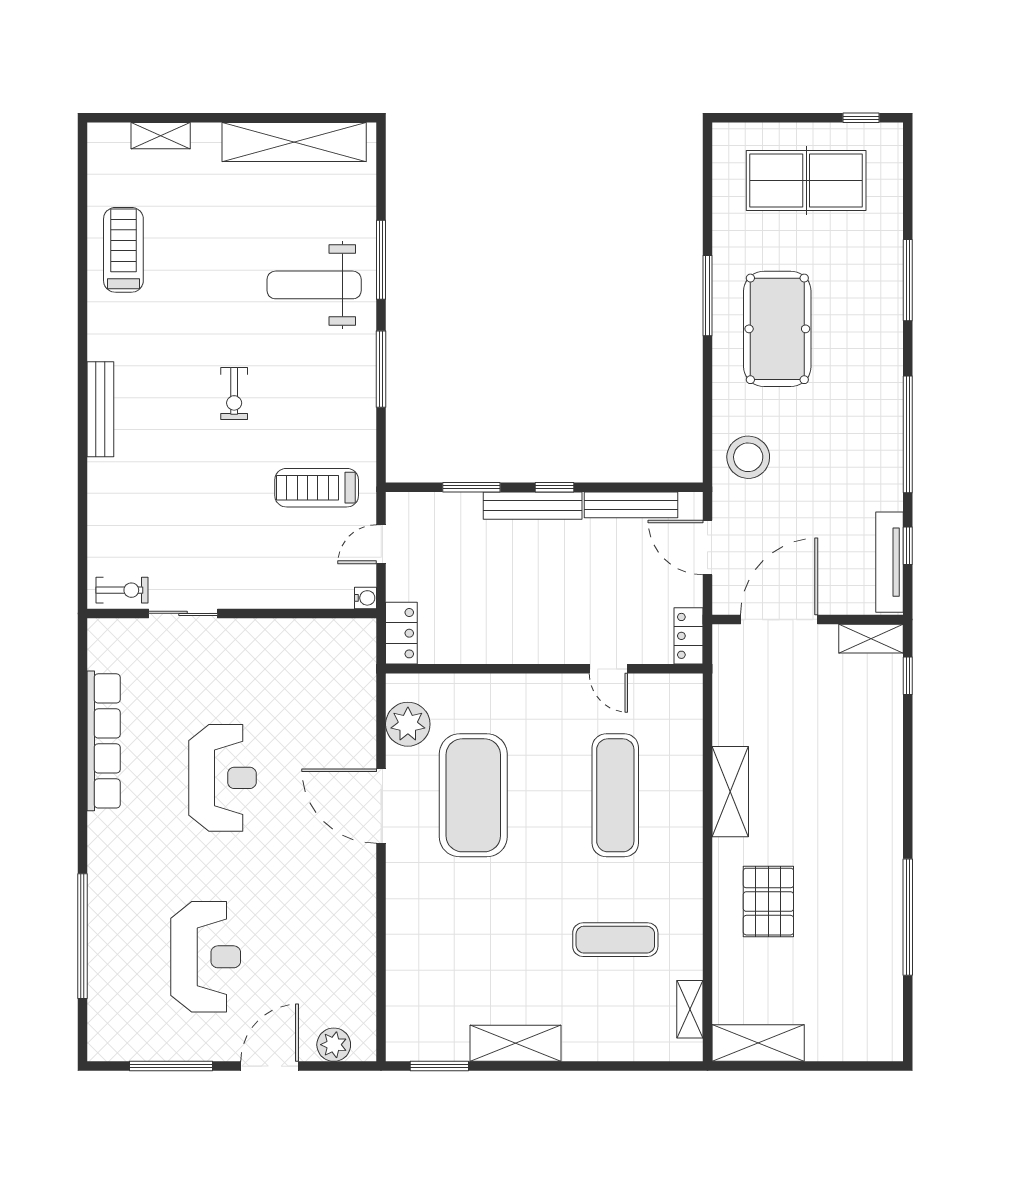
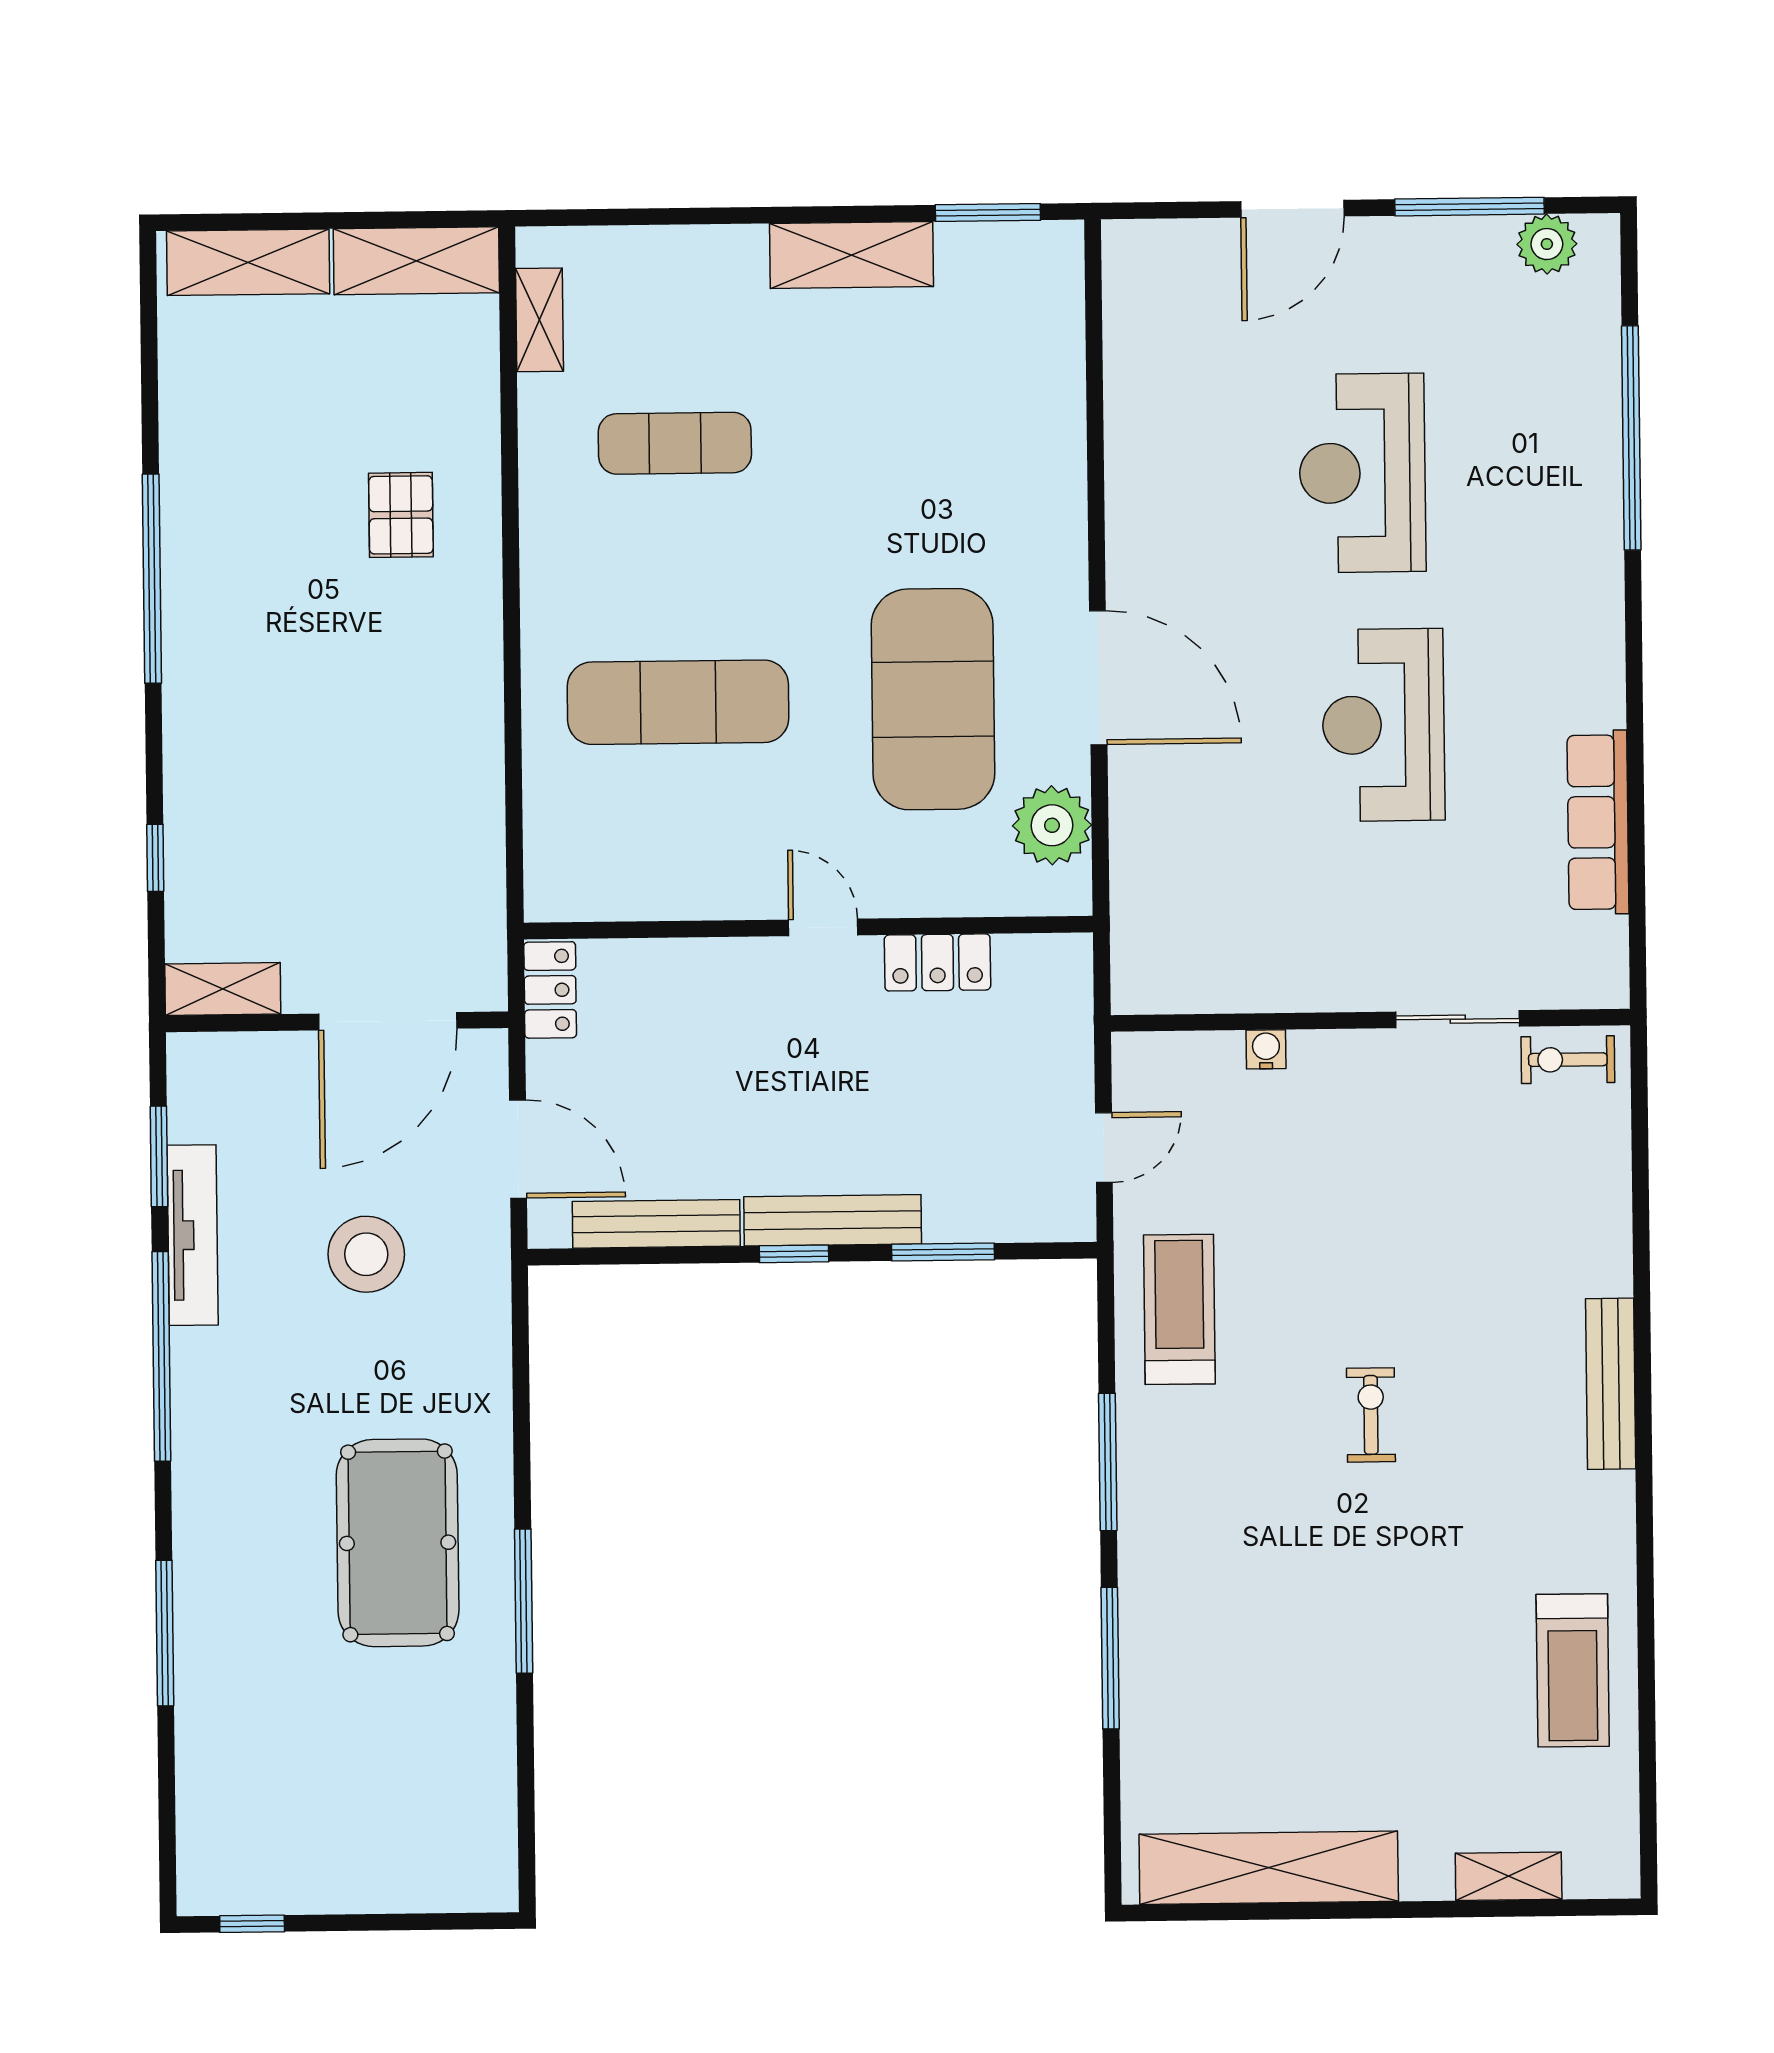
table tennis table: (806, 180) -> (349, 1810), removed
weight bench: (314, 285) -> (1230, 1611), removed
stool: (748, 457) -> (366, 1254), moved
treadmill: (317, 488) -> (1179, 1309), moved, turned -90
window: (908, 546) -> (159, 1156), width x1.50
tv unit: (889, 562) -> (193, 1235), moved
water cooler: (366, 598) -> (1266, 1049), moved, turned 90
locker: (401, 633) -> (937, 962), moved, turned -90
door: (608, 669) -> (823, 927), moved
window: (908, 676) -> (155, 858), moved
row of seats: (104, 741) -> (1598, 822), width x0.73
shelving: (730, 792) -> (248, 262), moved, turned 90
exercise mat: (615, 795) -> (678, 702), turned 90
pallet: (768, 902) -> (401, 515), width x0.67, depth x0.71
window: (908, 917) -> (152, 579), moved
reception desk: (206, 957) -> (1362, 473), moved
plant: (334, 1045) -> (1547, 244), moved

